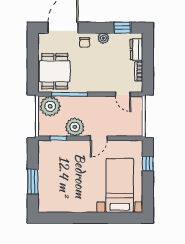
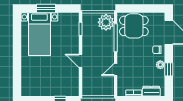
window: (122, 28) -> (169, 69), moved
door: (123, 94) -> (116, 69), moved
plant: (75, 127) -> (89, 42), removed
bed with nightstands: (120, 185) -> (39, 34), moved, turned 90

